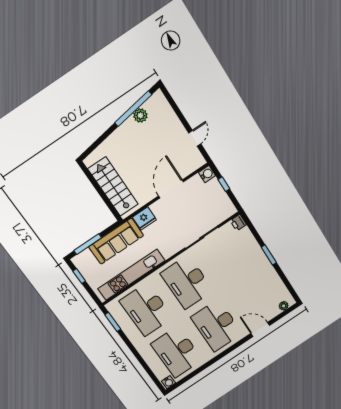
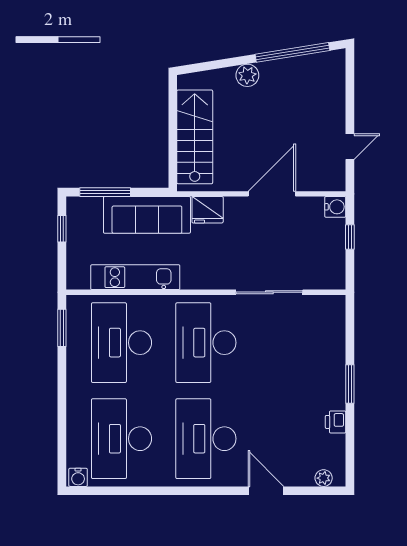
plant: (140, 115) -> (247, 75), moved
printer: (238, 223) -> (336, 422), moved
kitchen unit: (131, 275) -> (135, 277), width x0.73

